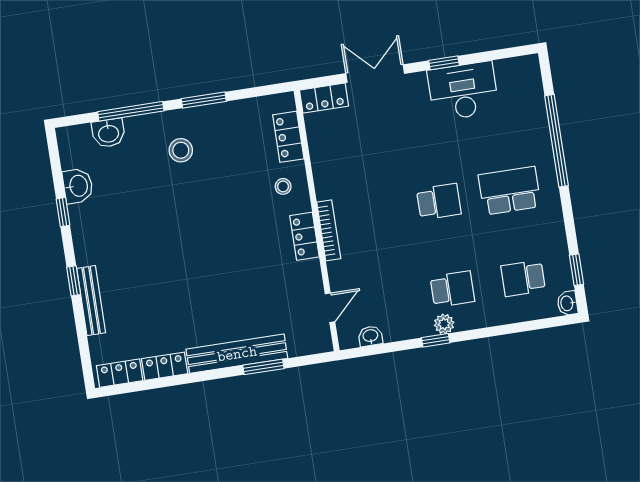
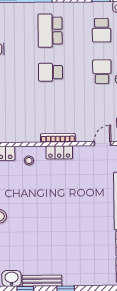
school desk: (439, 202) -> (50, 72), turned -90
bench: (91, 301) -> (42, 281), moved
door: (330, 308) -> (102, 144), hinge flipped

